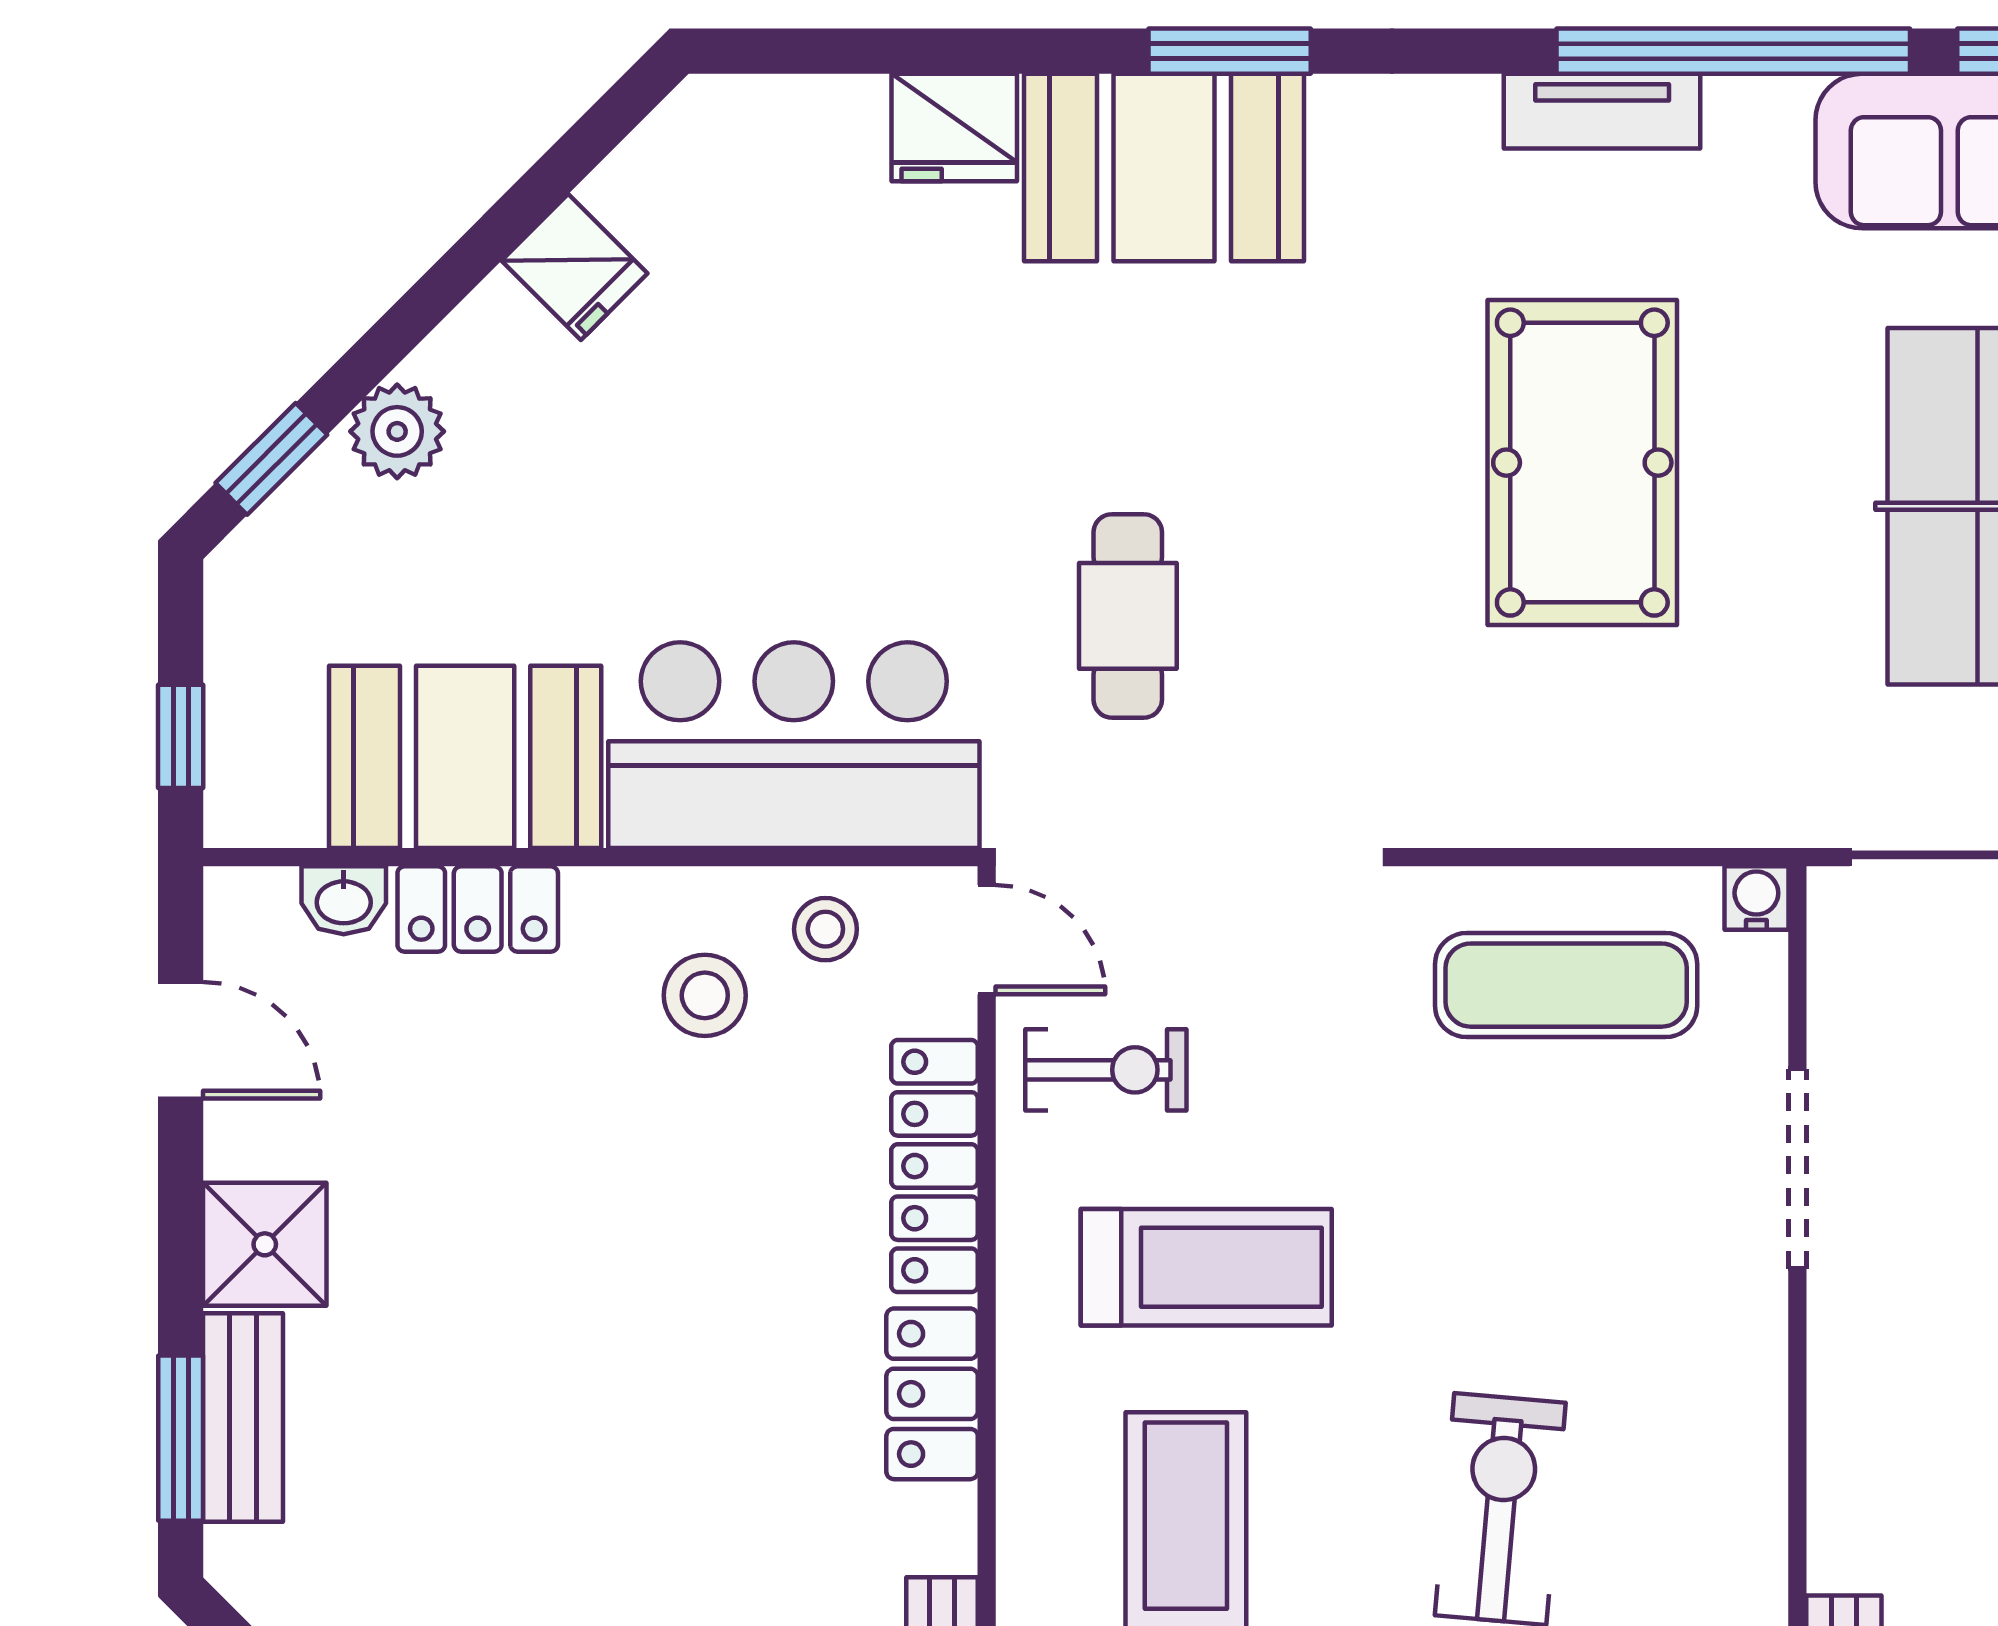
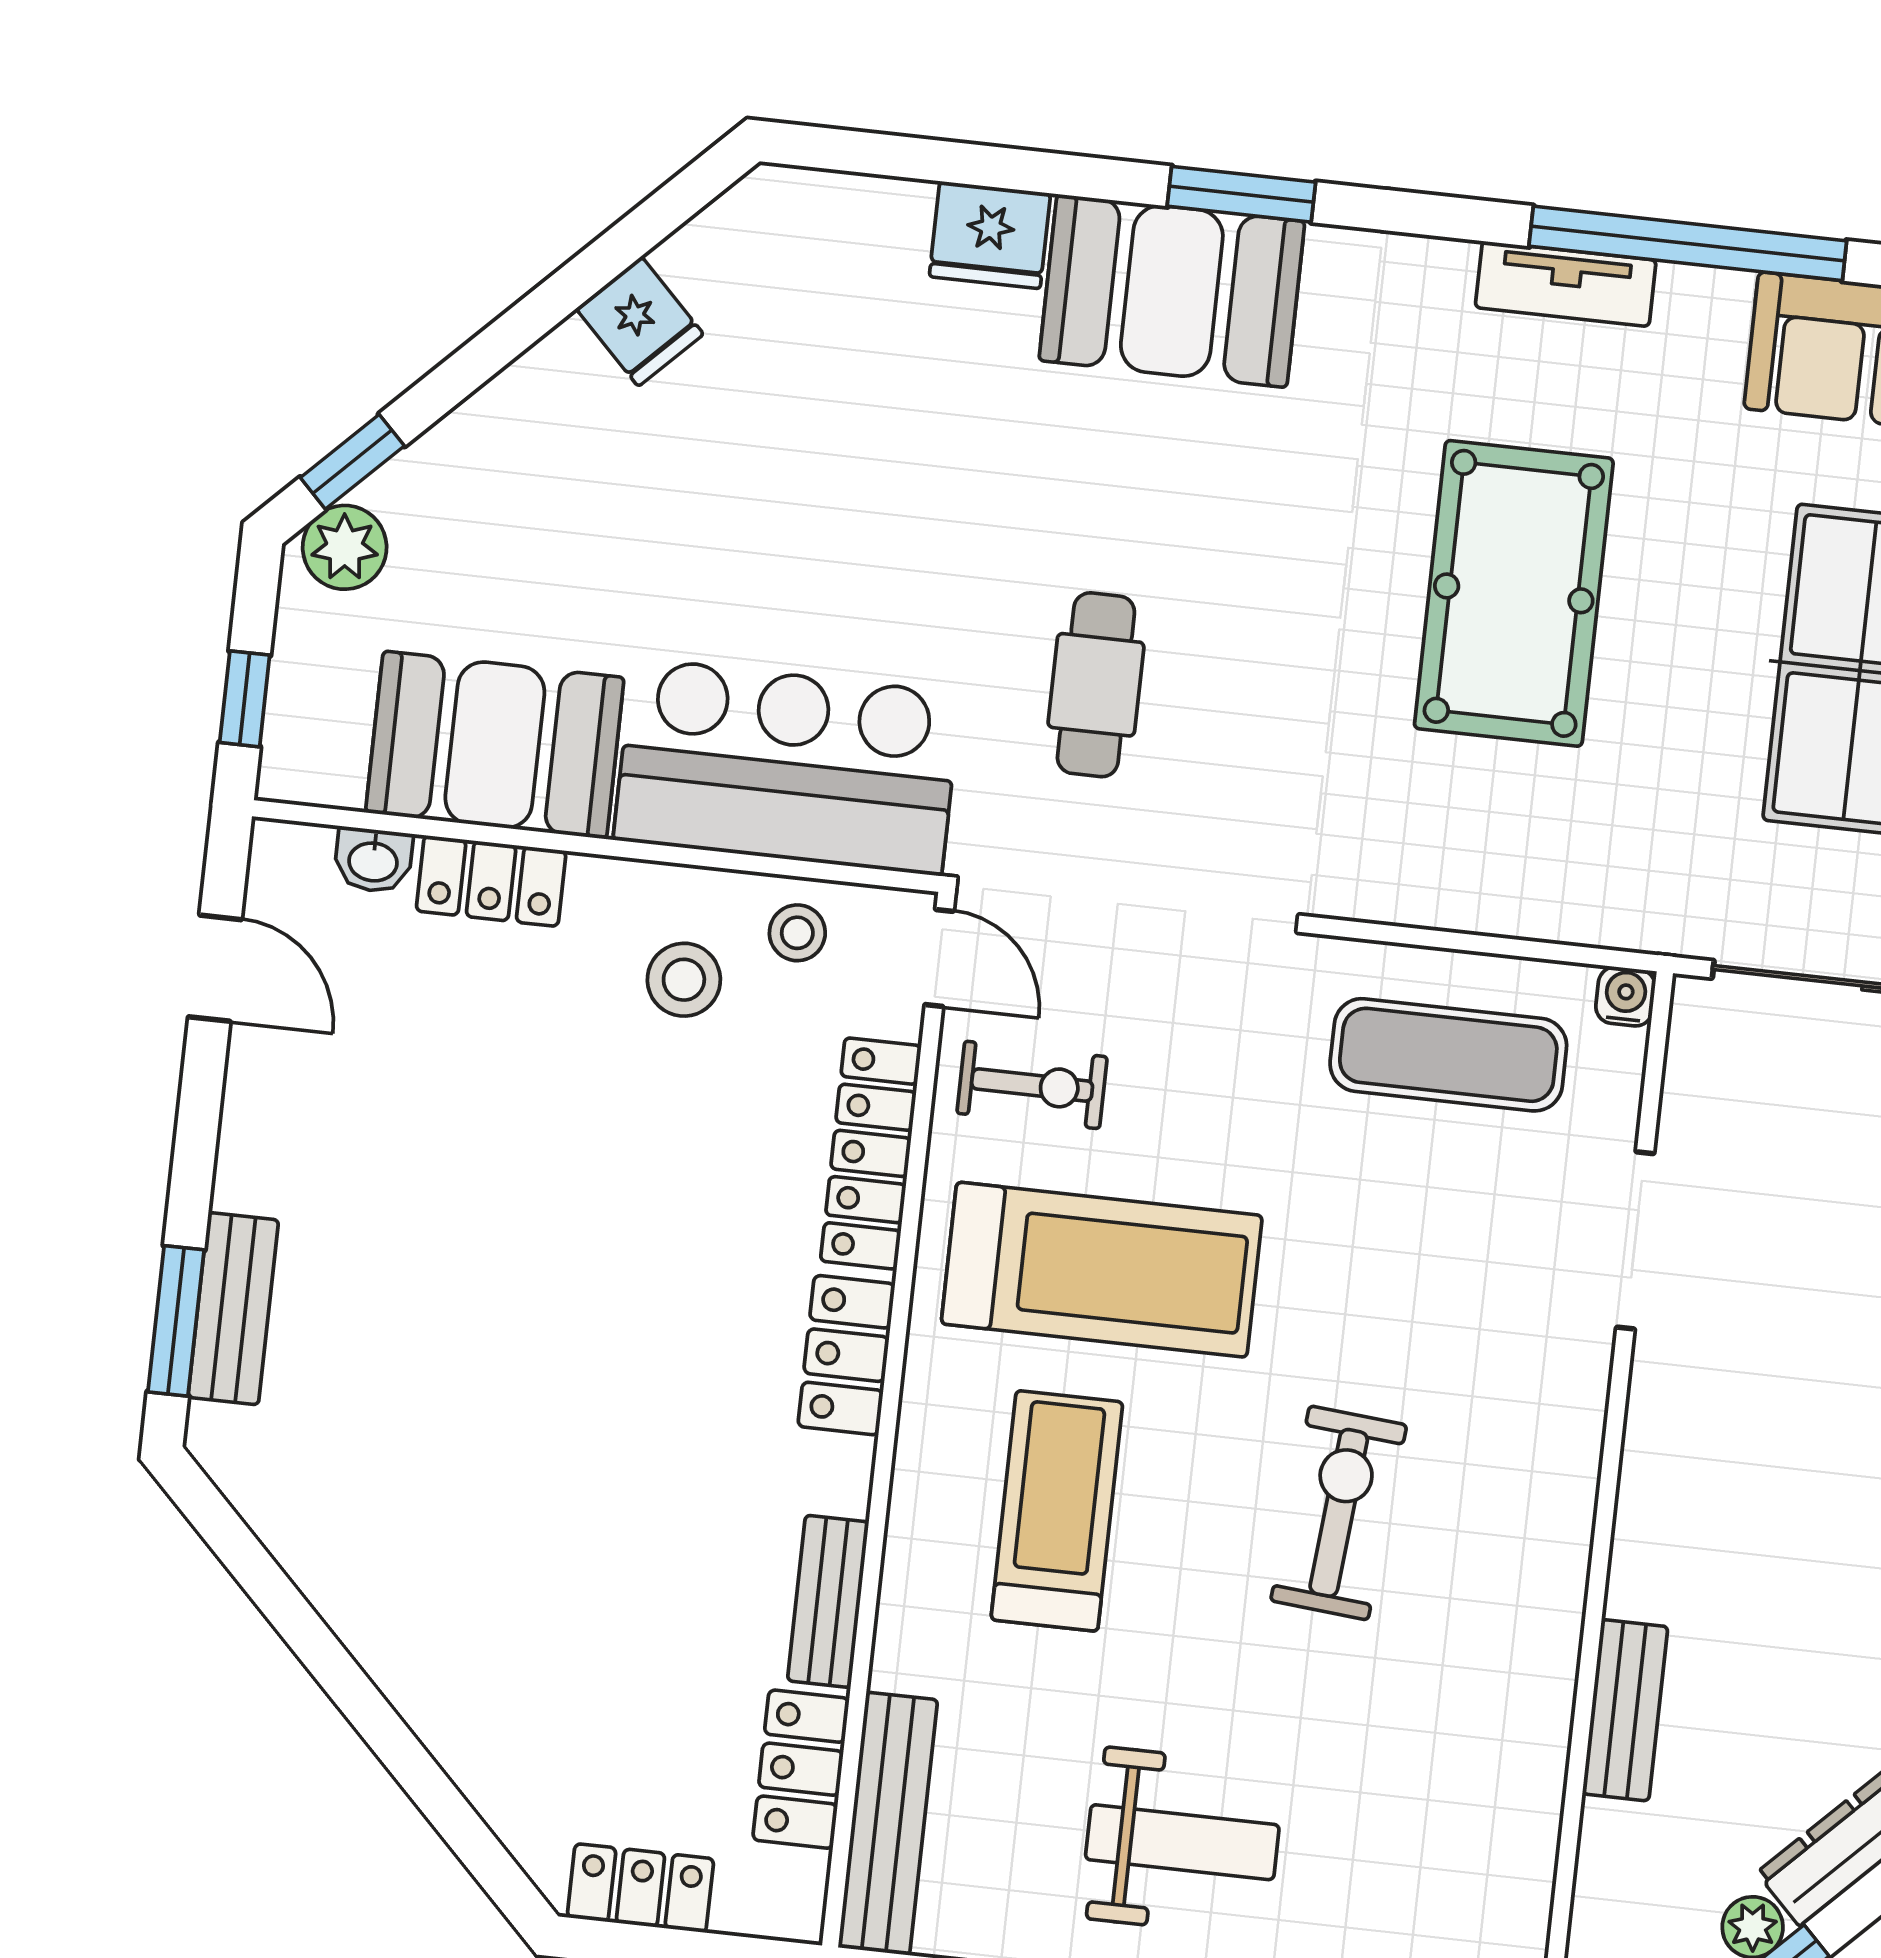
plant: (397, 431) -> (345, 547), moved
shower: (265, 1244) -> (270, 1157), removed
treadmill: (1206, 1267) -> (1102, 1270), width x1.37, depth x1.38

